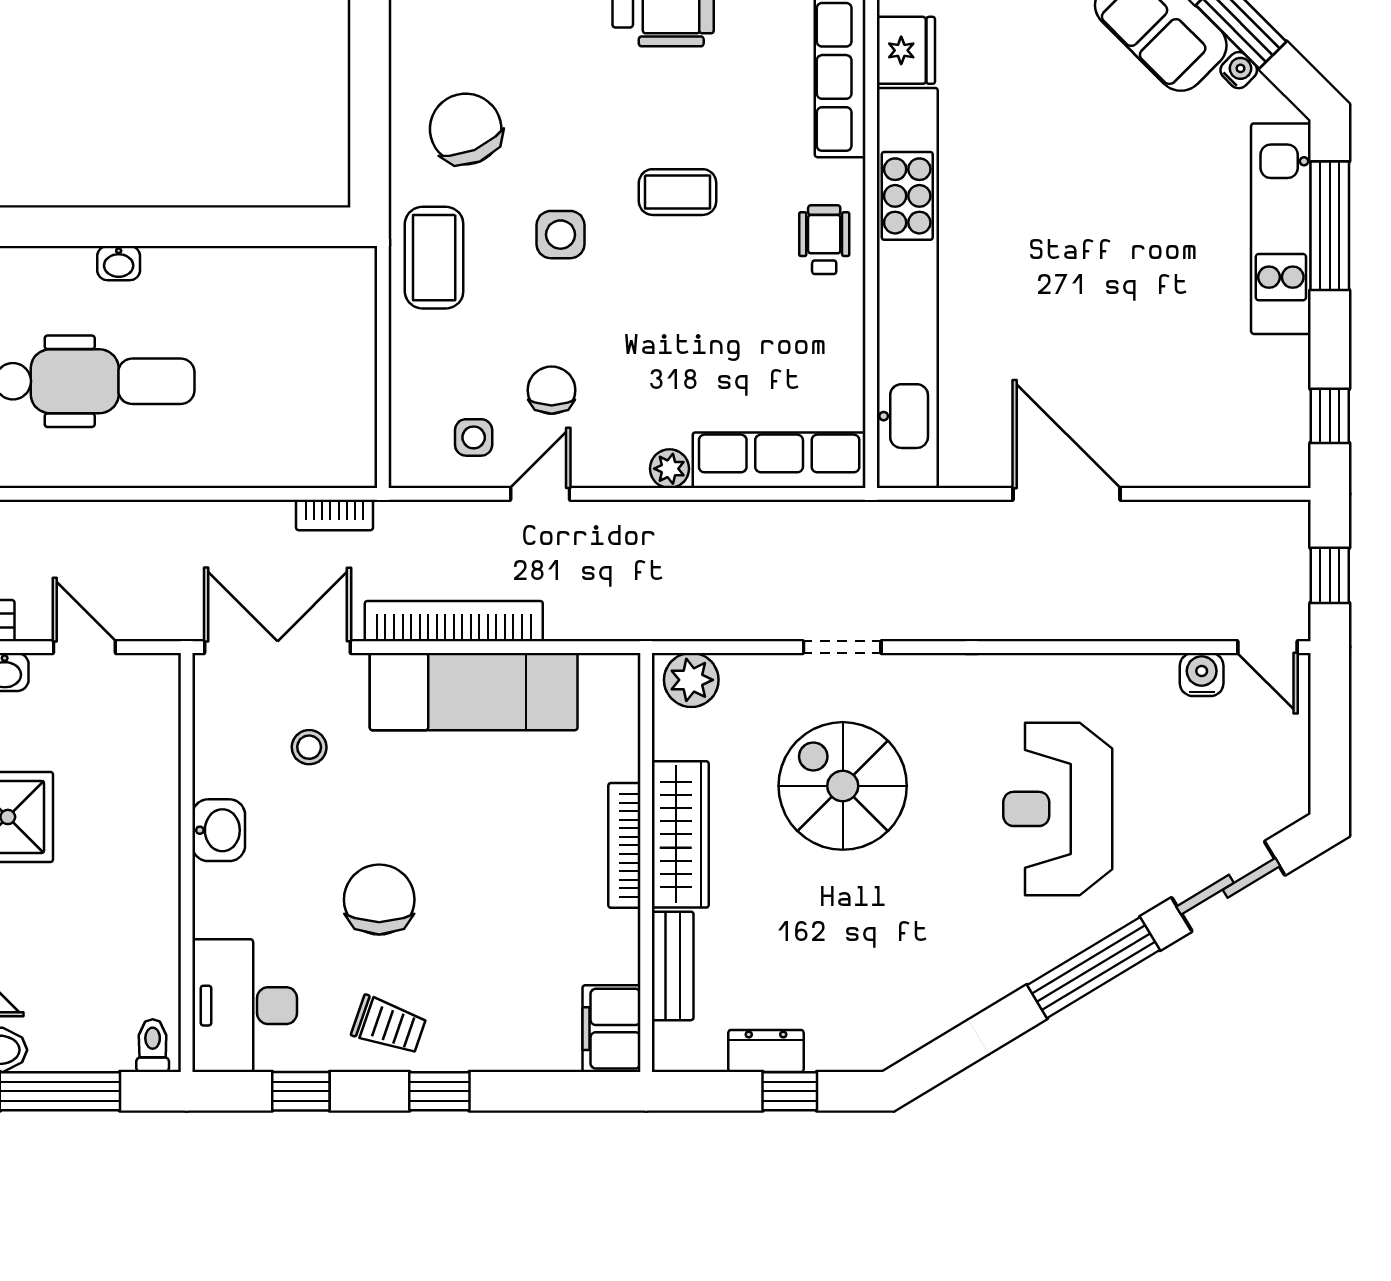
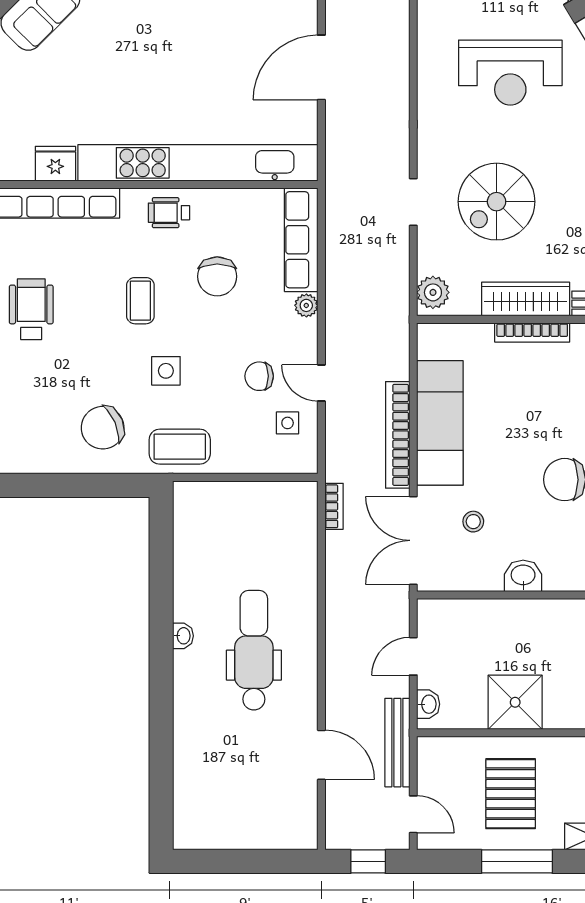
chair: (718, 320) -> (217, 276), added

